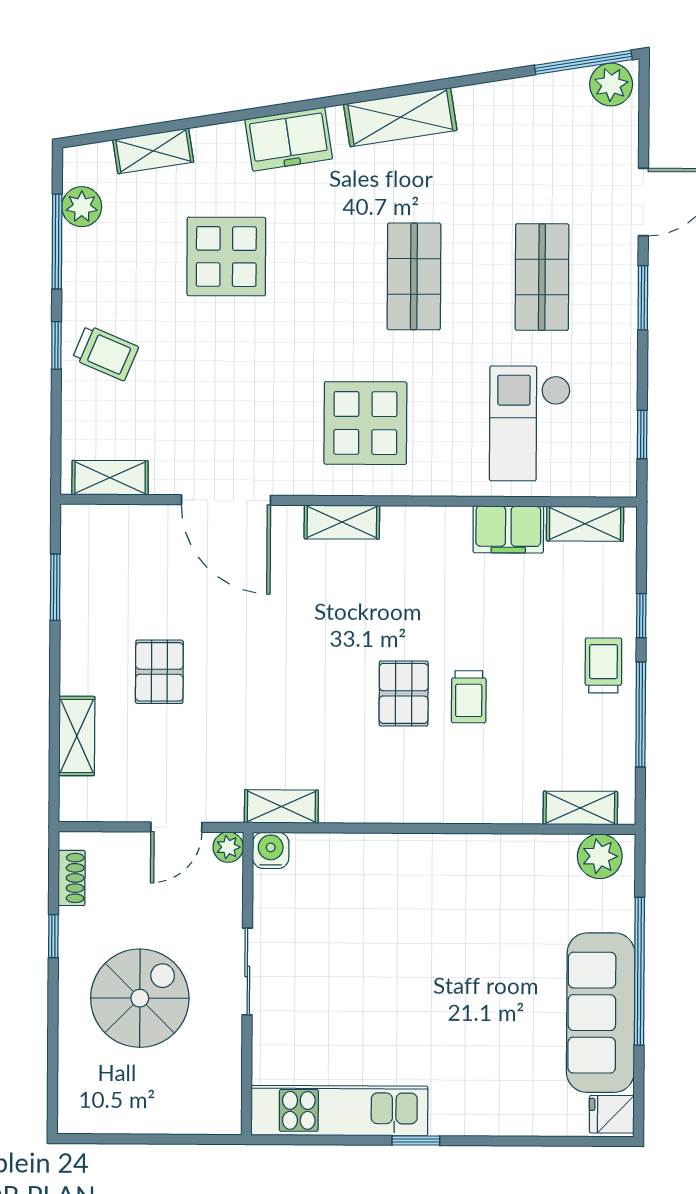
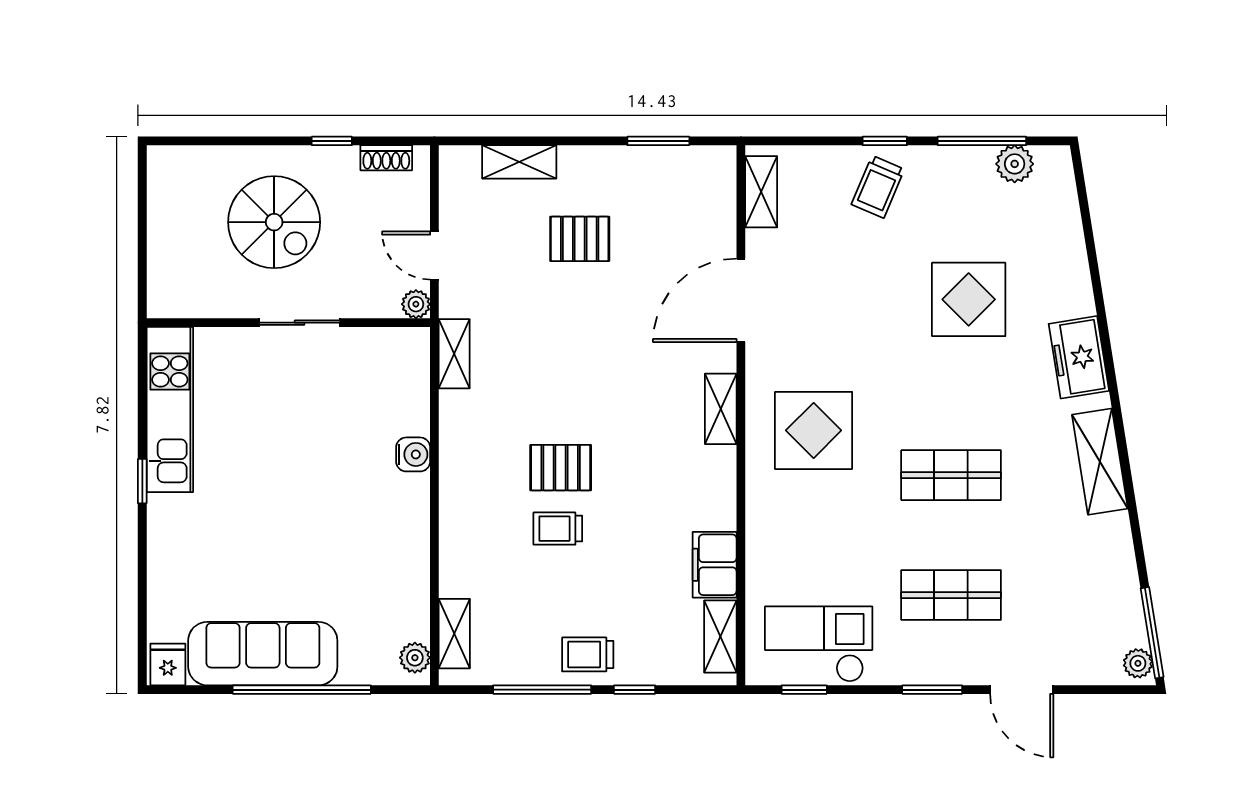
plant: (611, 84) -> (1138, 663), width x0.73, depth x0.73
shelving: (153, 151) -> (1067, 231), removed
checkout: (530, 424) -> (819, 644), moved
trolley: (603, 665) -> (588, 654), turned 180
water cooler: (271, 850) -> (413, 454), moved
plant: (600, 856) -> (415, 658), width x0.73, depth x0.73

